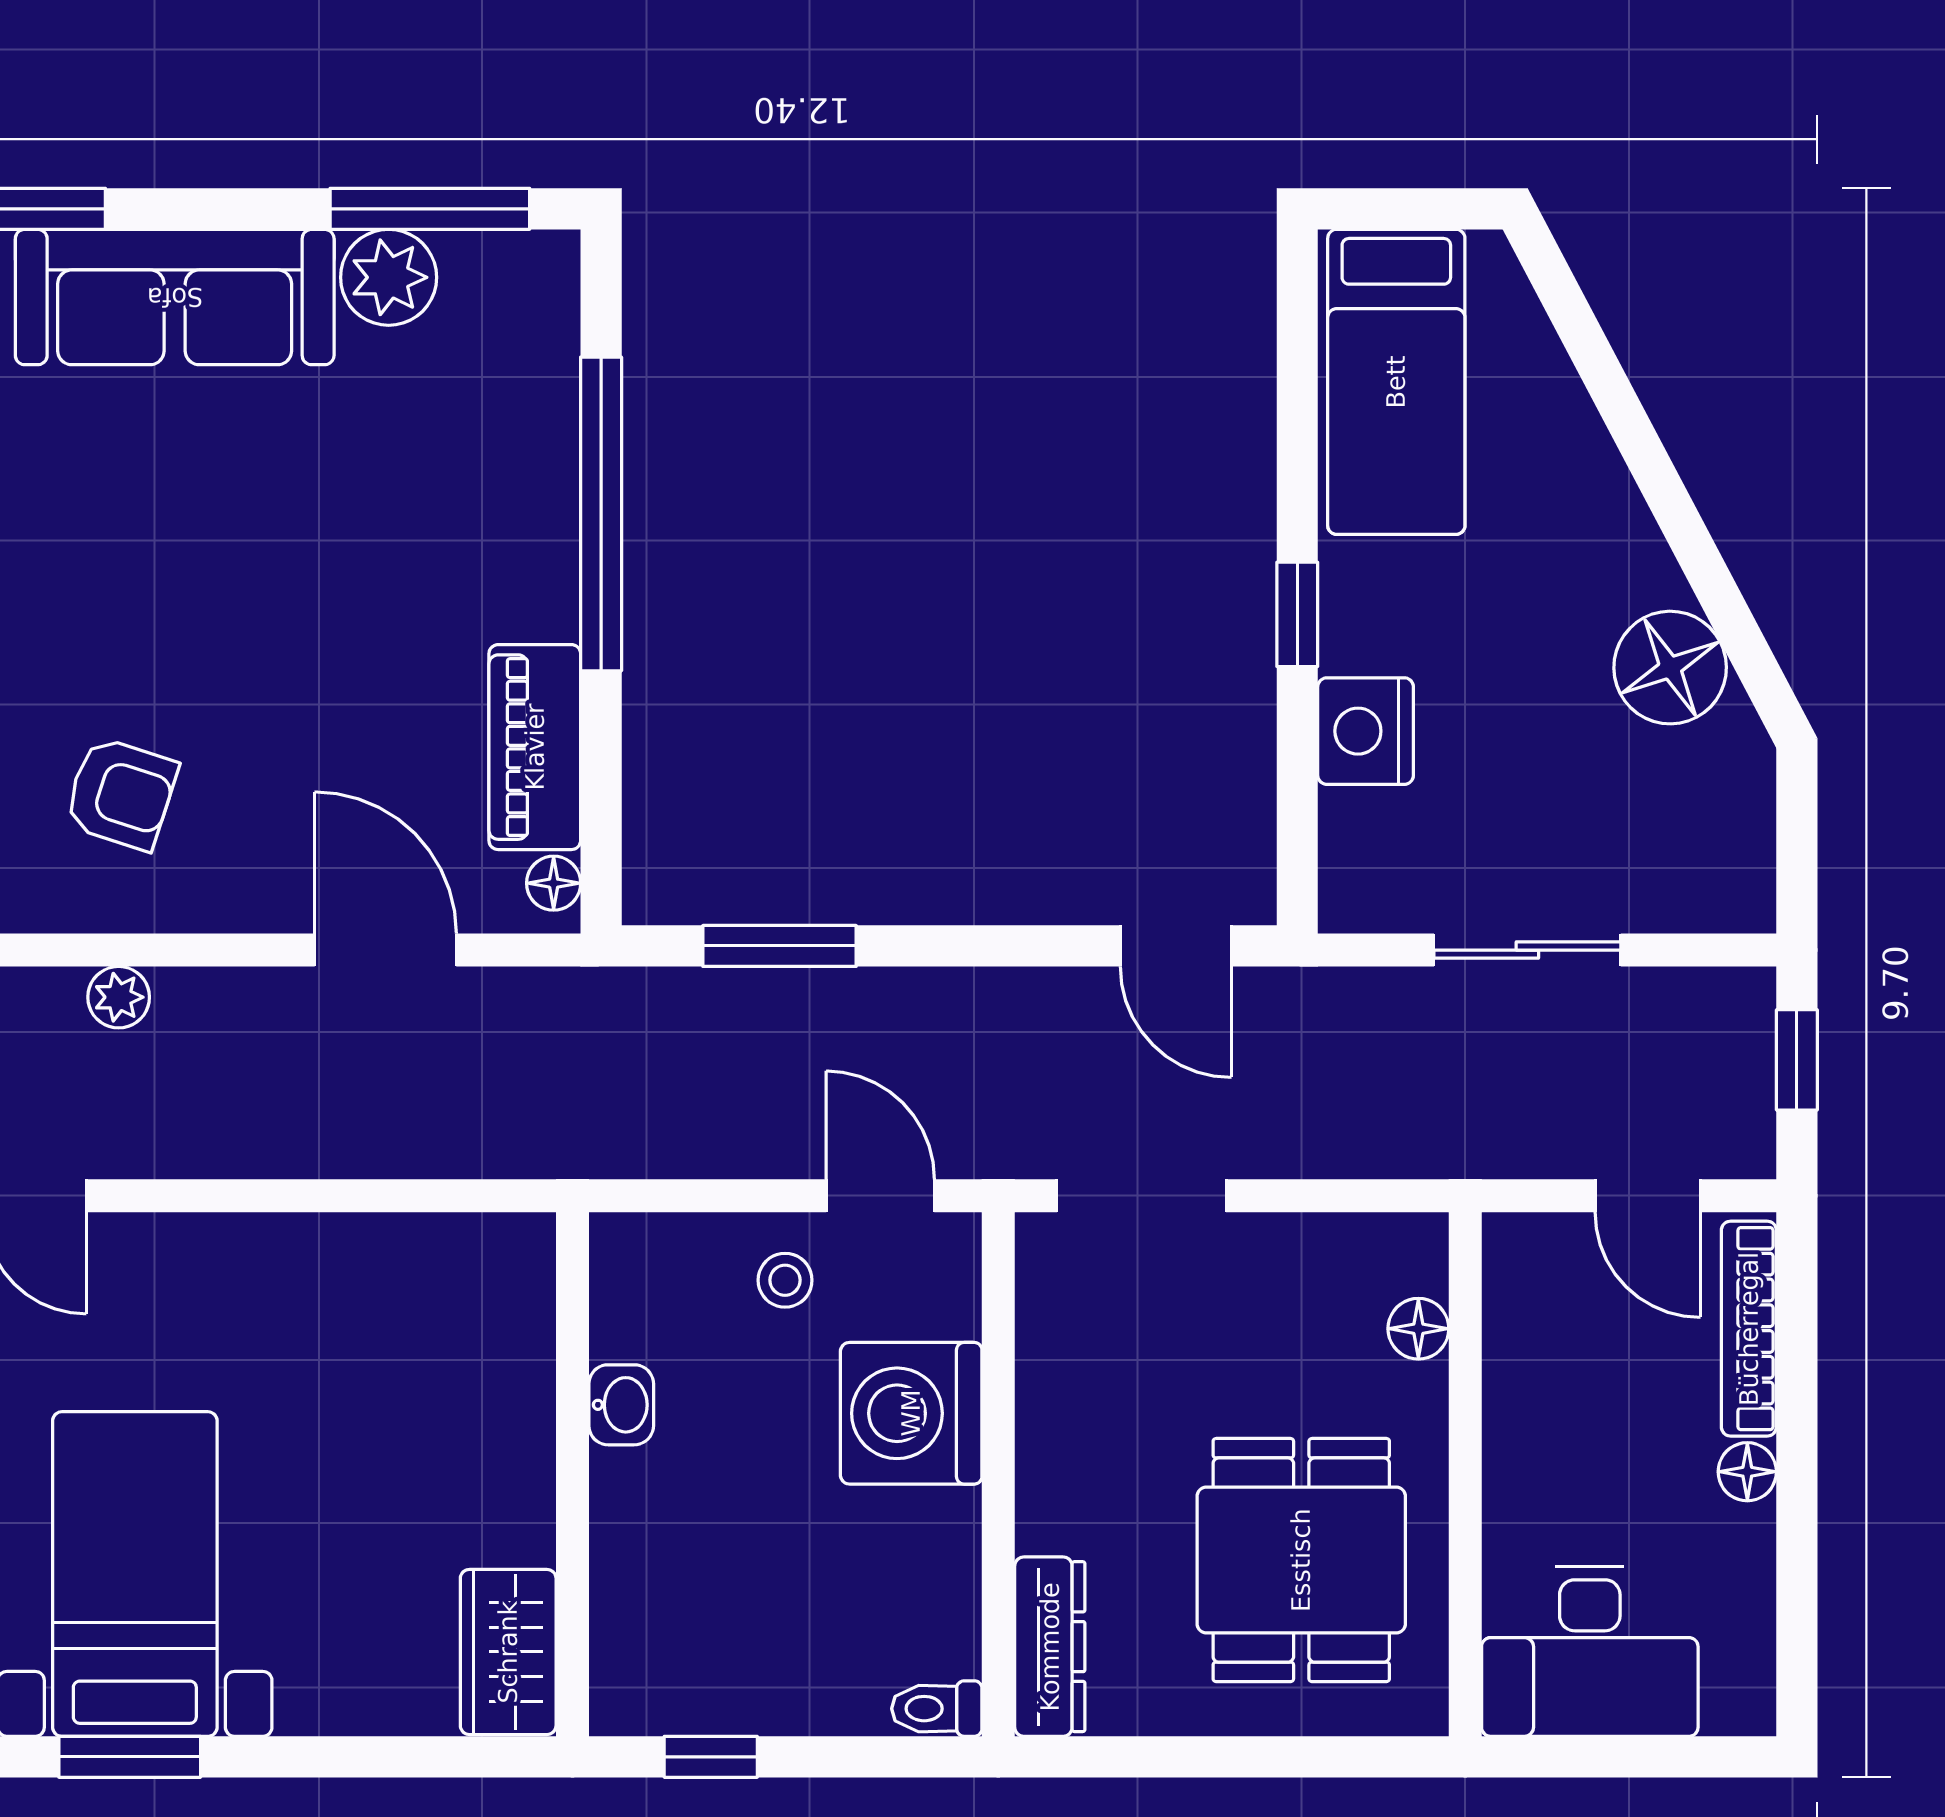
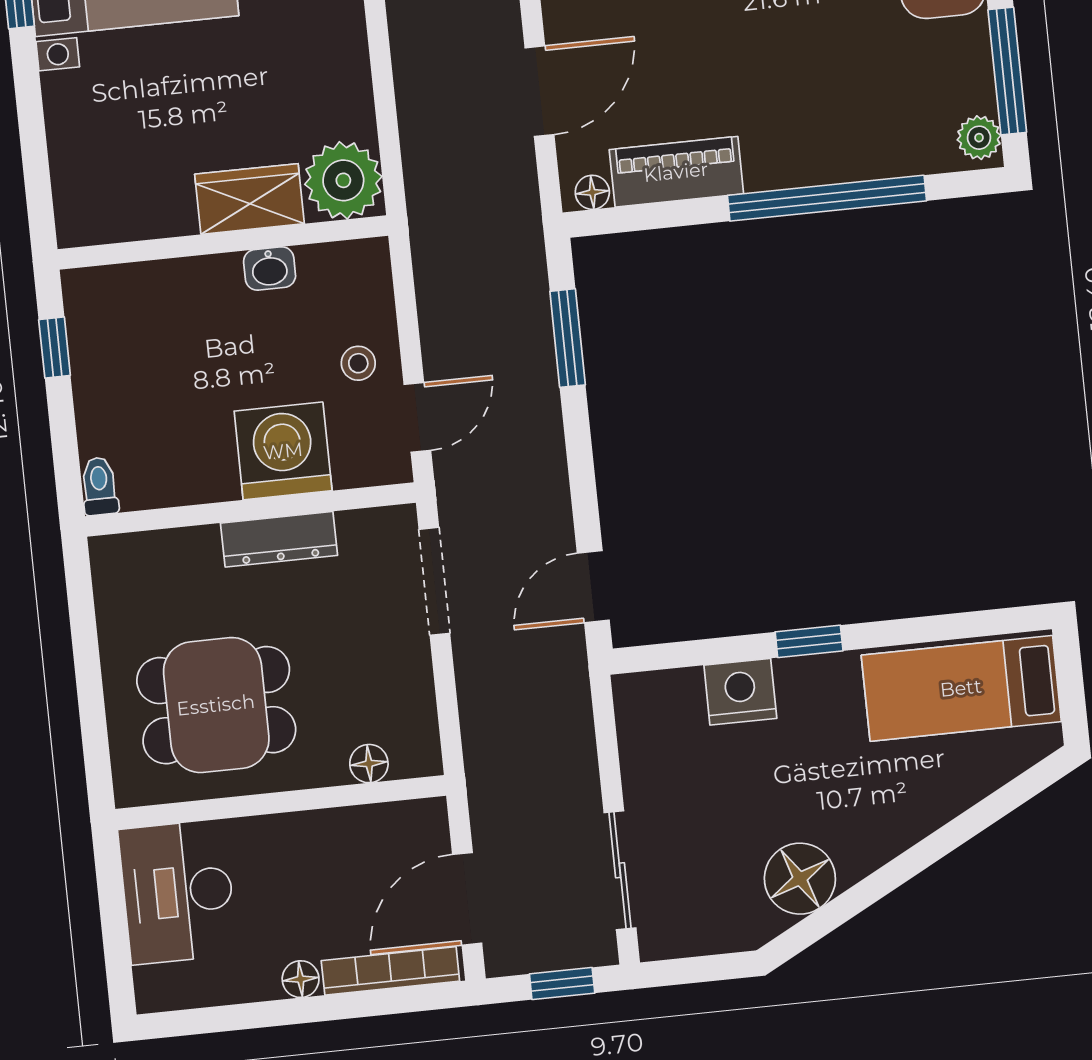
plant: (389, 277) -> (979, 138), moved, width x0.73, depth x0.73
sliding door: (1527, 950) -> (620, 870), moved
door: (1648, 1196) -> (467, 899), width x1.38
plant: (494, 1274) -> (343, 180), added
dresser: (1050, 1647) -> (279, 539), moved
wardrobe: (508, 1652) -> (250, 199), moved

